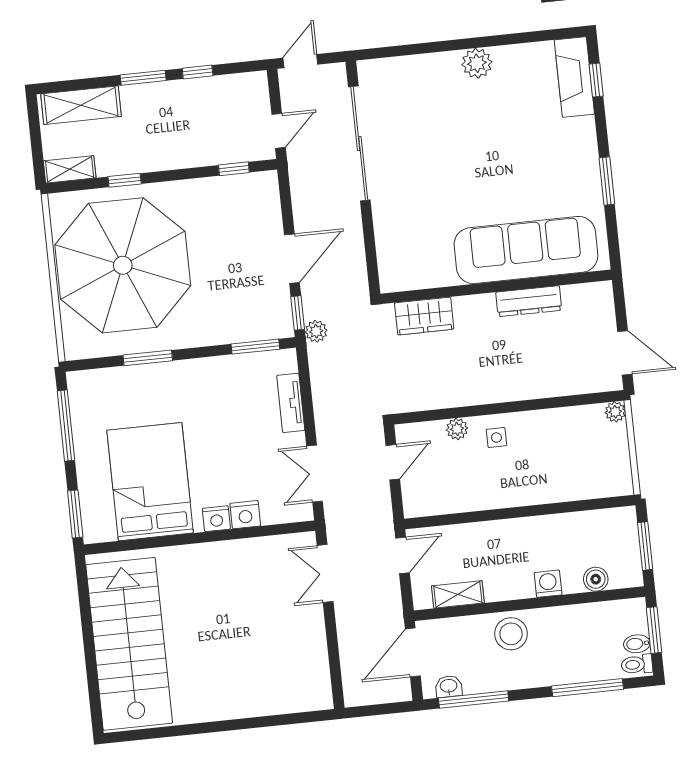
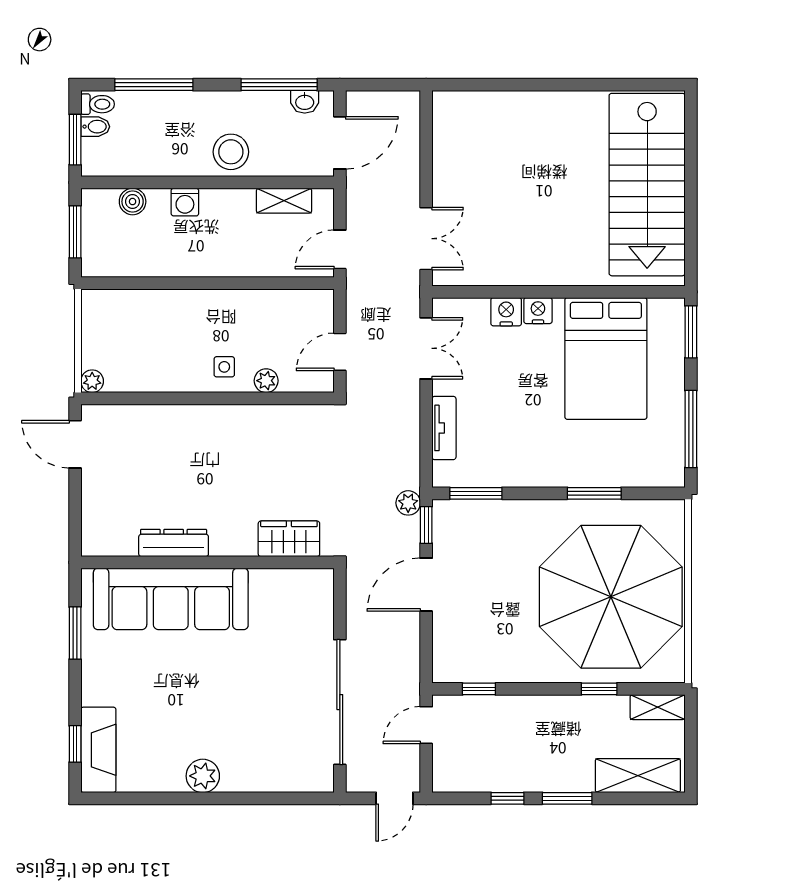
sofa: (526, 250) -> (171, 599), moved
wall: (496, 287) -> (207, 562), moved
dresser: (529, 301) -> (174, 543), moved
wardrobe: (424, 316) -> (289, 539), moved

